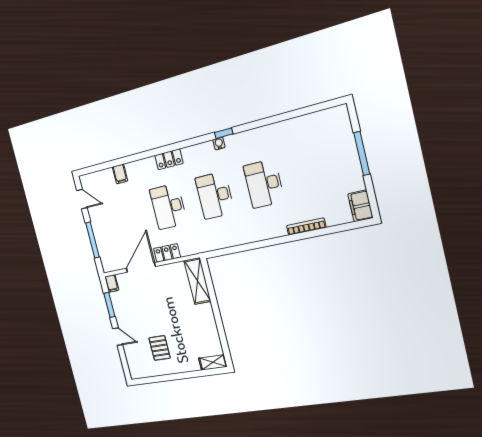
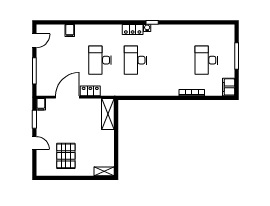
locker: (169, 159) -> (133, 29), moved
desk: (264, 184) -> (206, 60), moved
door: (82, 199) -> (34, 41), hinge flipped
pallet: (160, 348) -> (66, 156), width x1.50, depth x1.42

